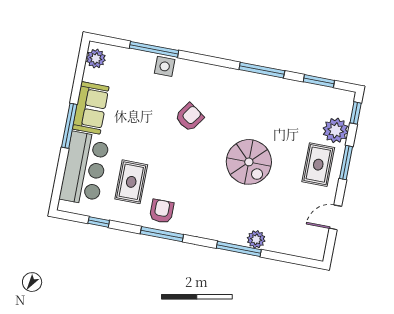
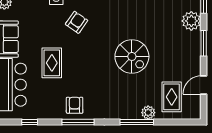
armchair: (189, 117) -> (77, 22), moved
rug: (318, 165) -> (172, 97), moved
rug: (131, 182) -> (52, 63), moved

